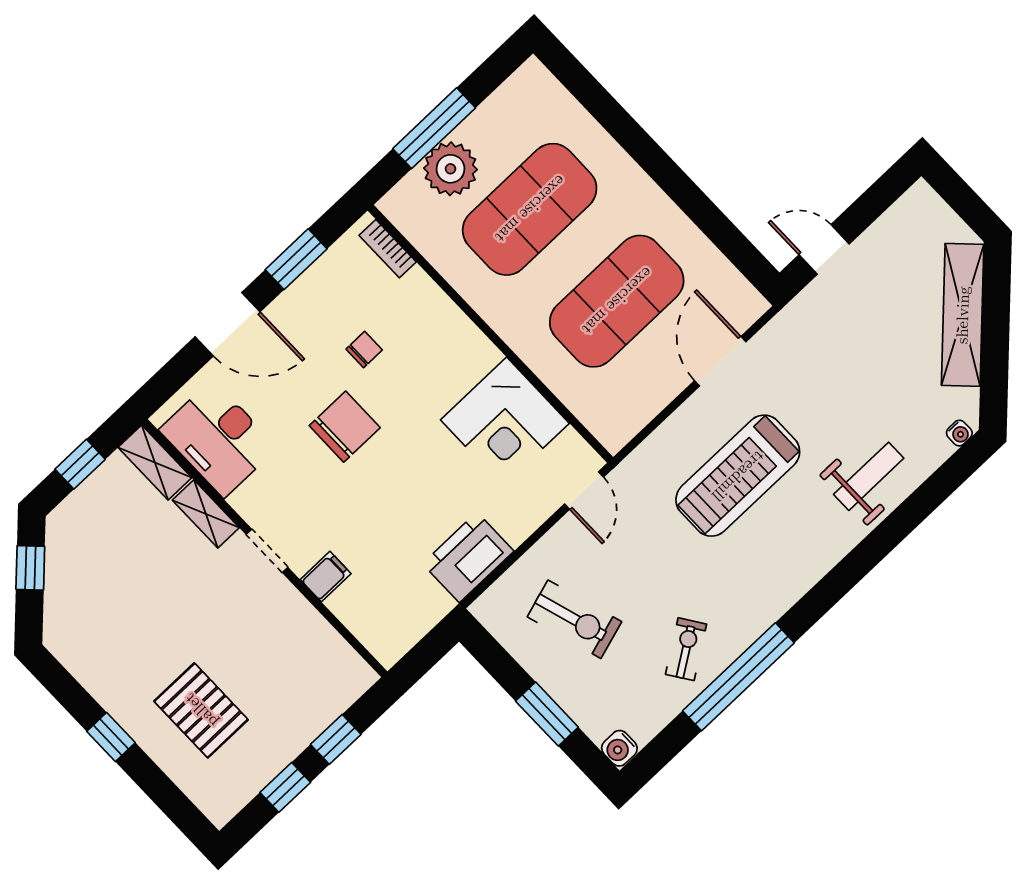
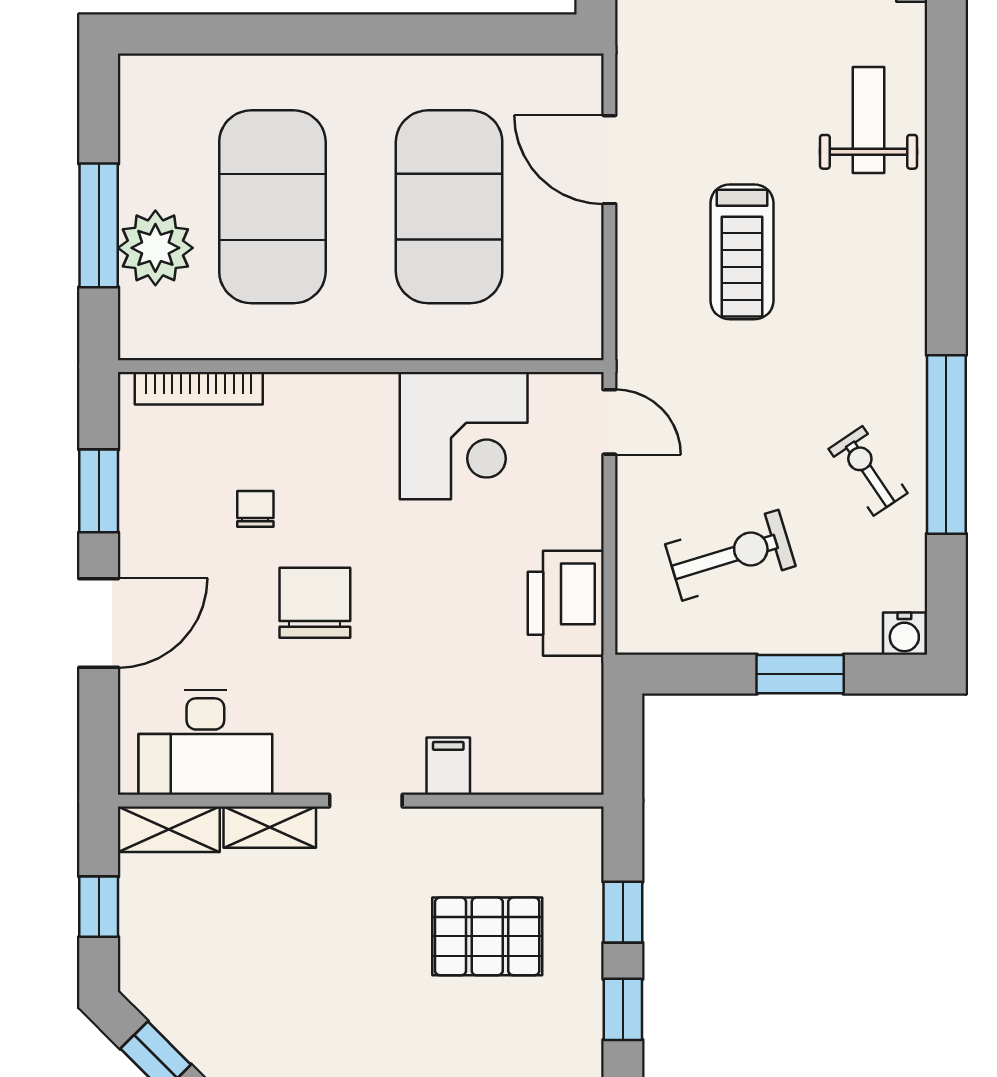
bookcase: (388, 249) -> (199, 388), width x1.56
treadmill: (738, 476) -> (742, 252), width x0.73, depth x0.73
pallet: (201, 710) -> (487, 936), moved

